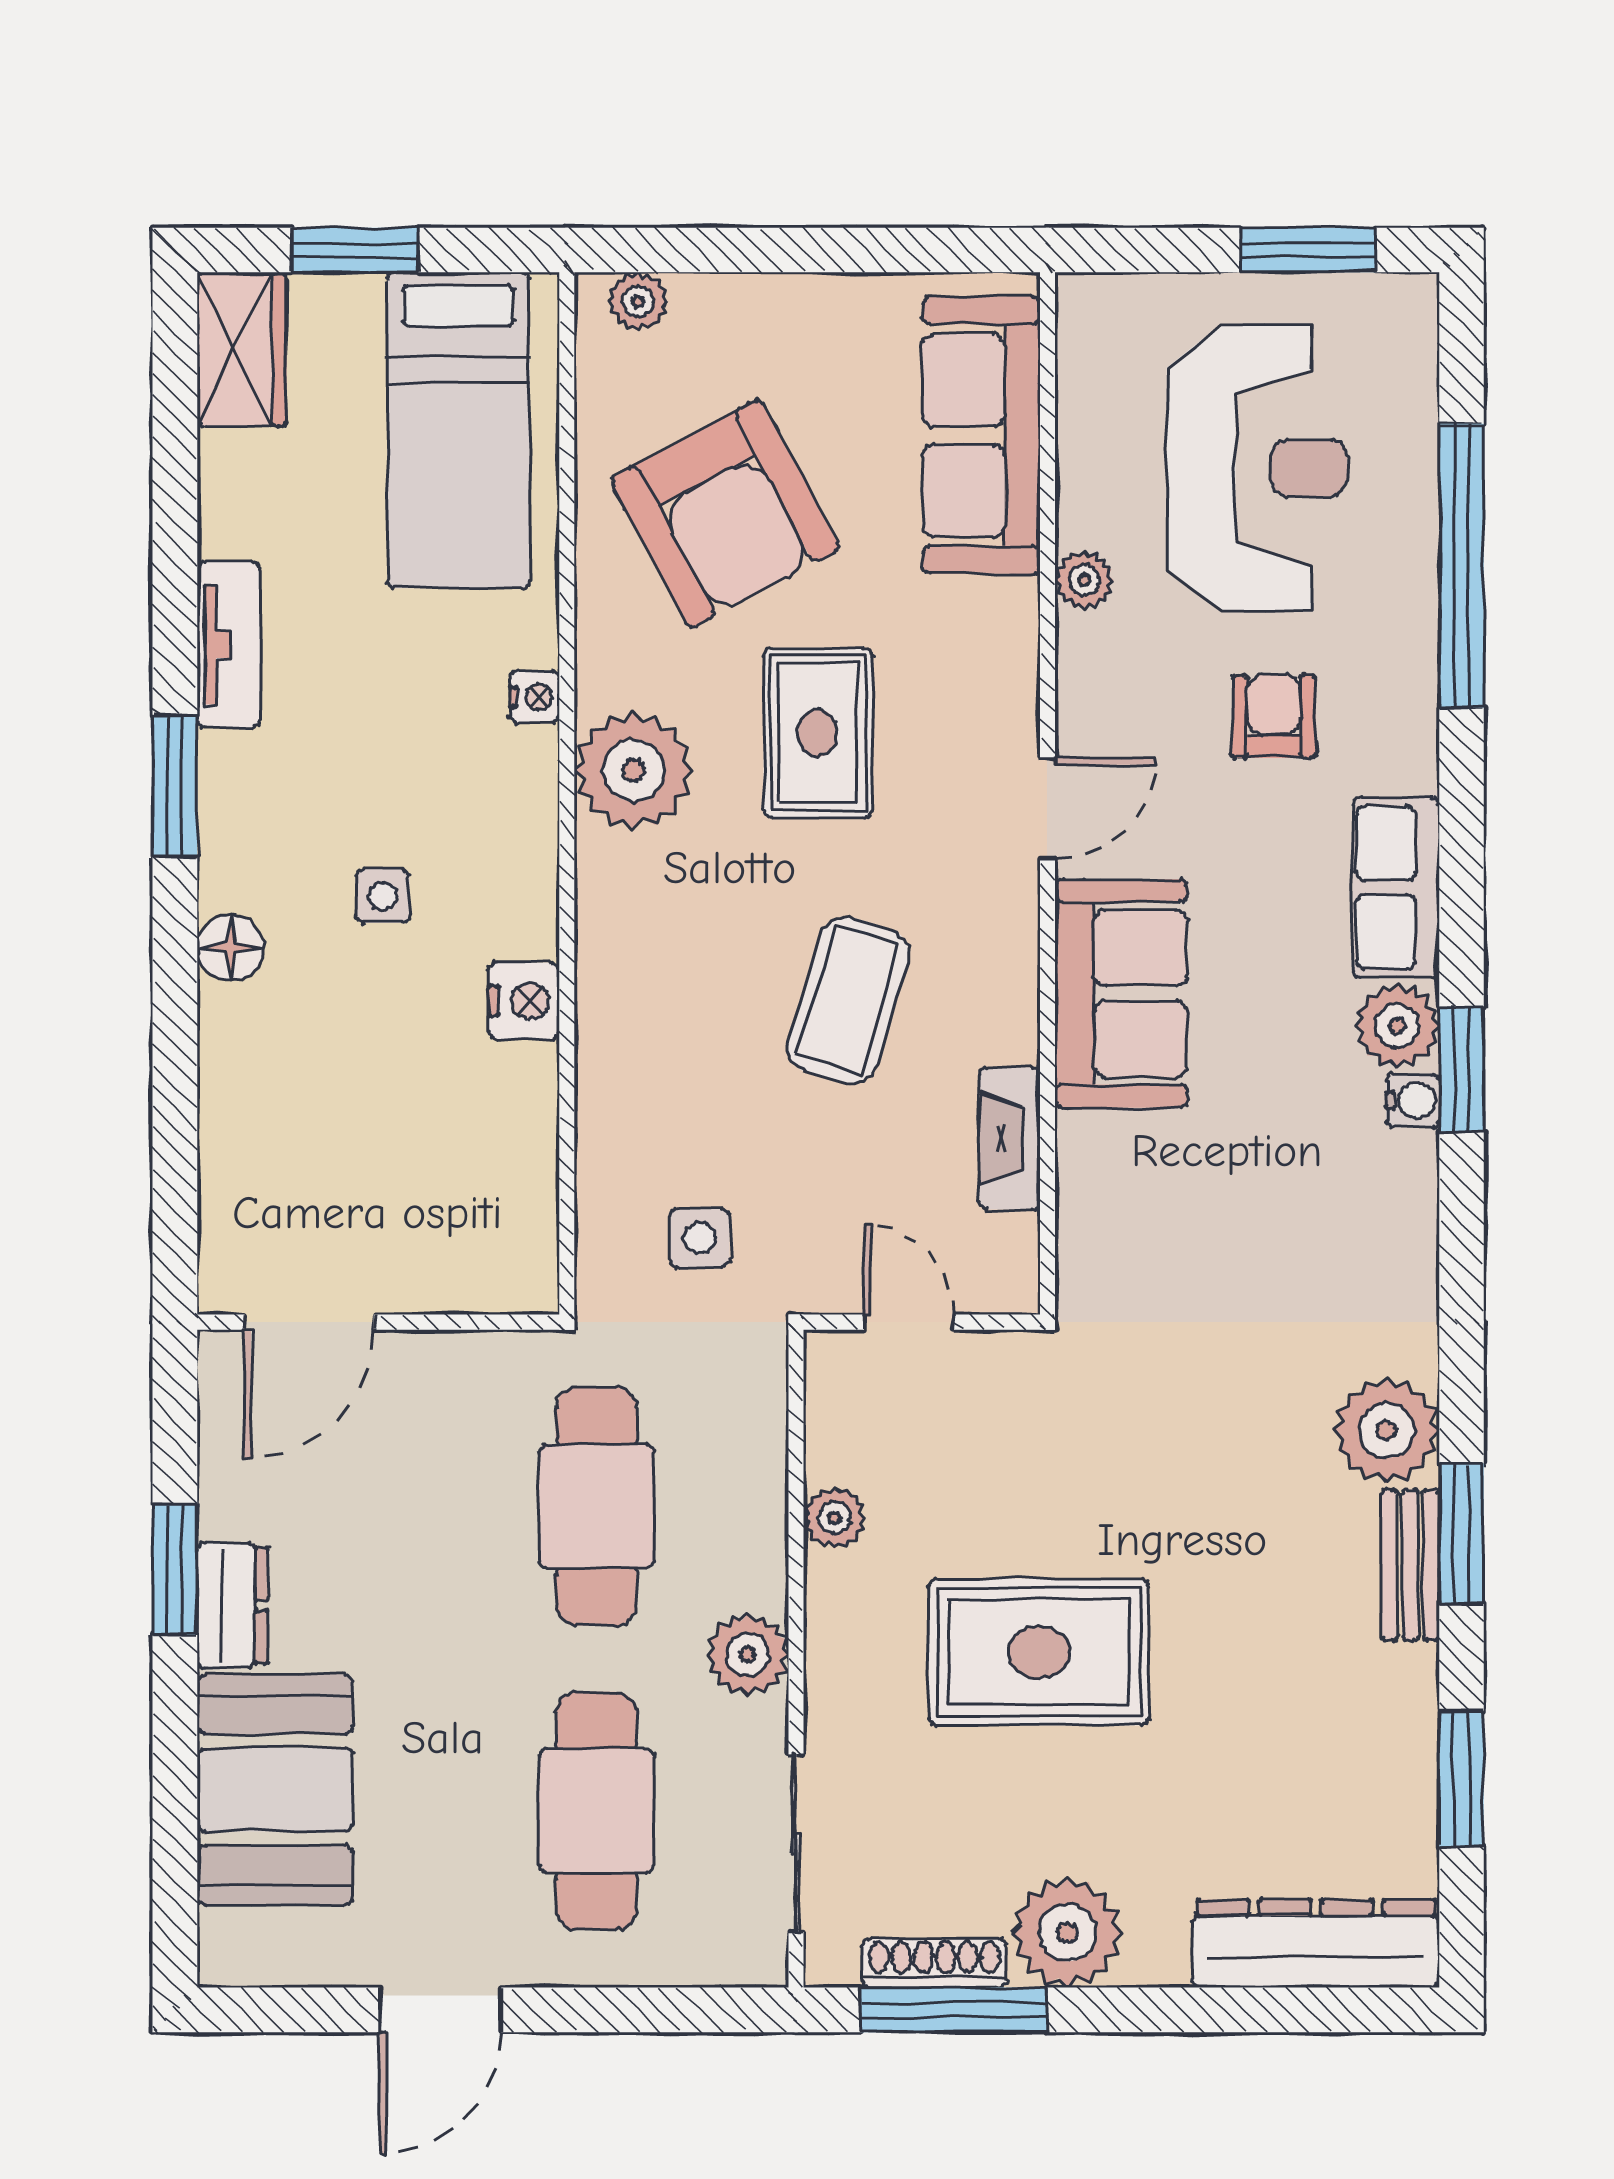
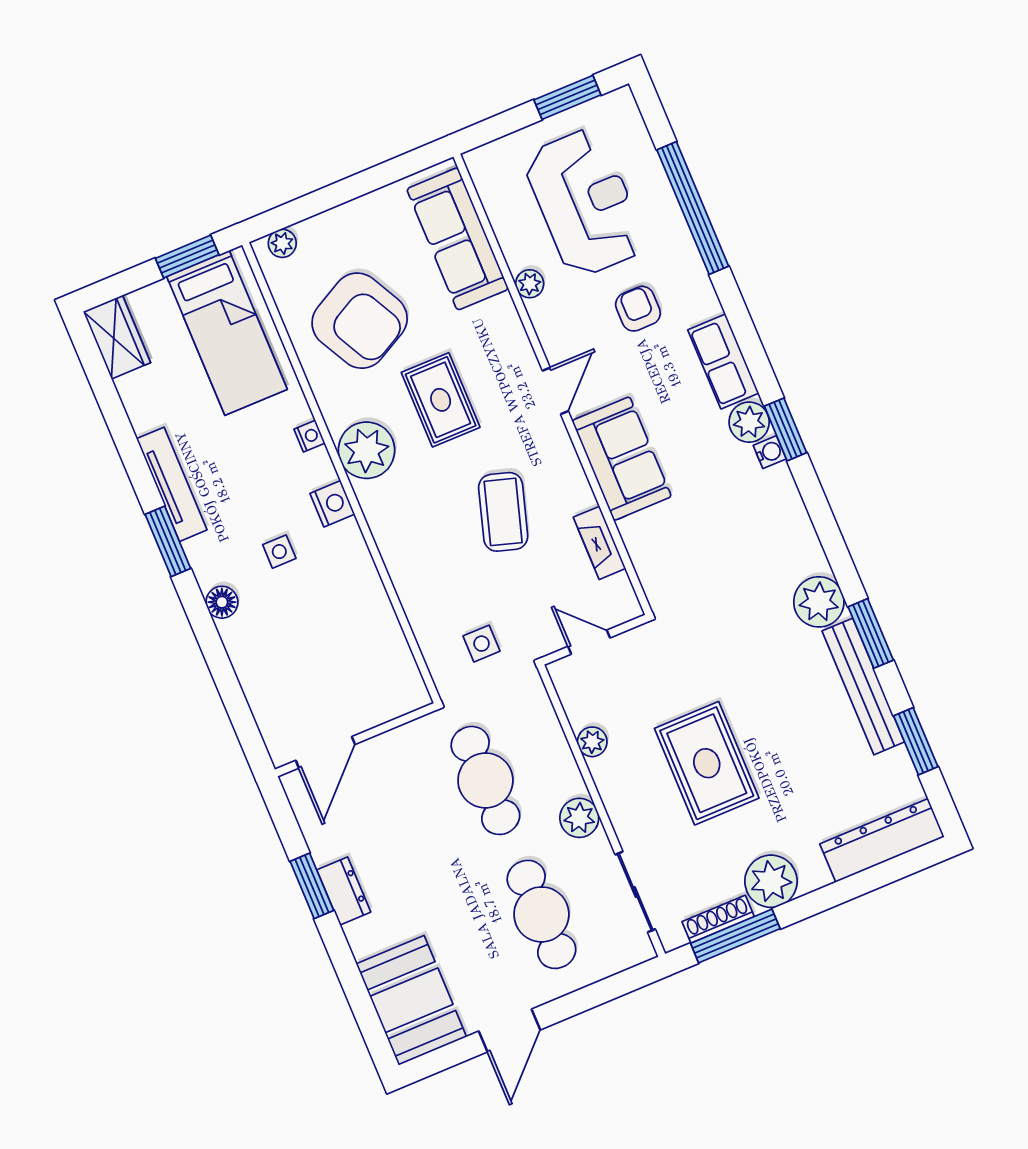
window: (355, 250) -> (187, 256), moved
tv unit: (229, 645) -> (172, 484), width x1.41
nightstand: (524, 1001) -> (332, 504), moved
bench: (1410, 1565) -> (863, 686), width x1.86, depth x1.21
rug: (1039, 1652) -> (707, 763), turned 90
booth: (275, 1790) -> (411, 1000), moved

